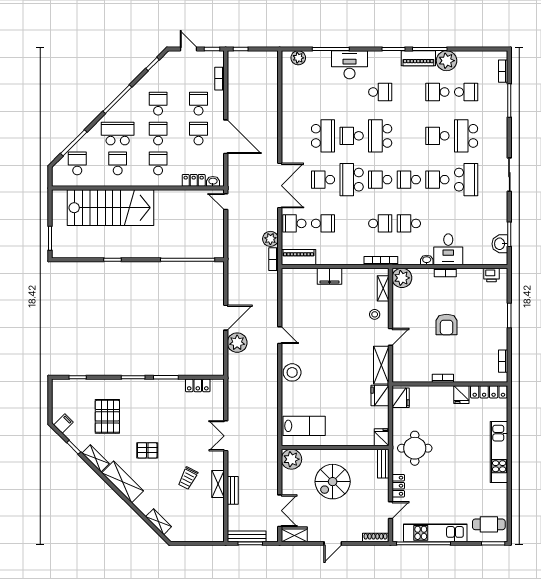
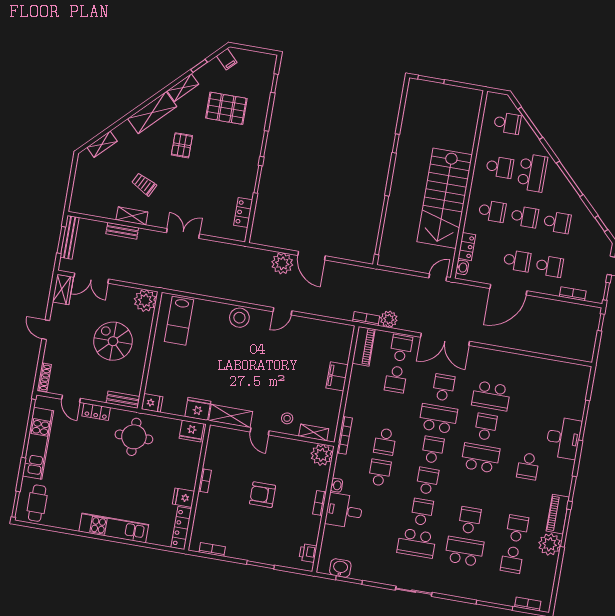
plant: (298, 58) -> (581, 383), removed
stairs: (110, 208) -> (445, 198), moved

